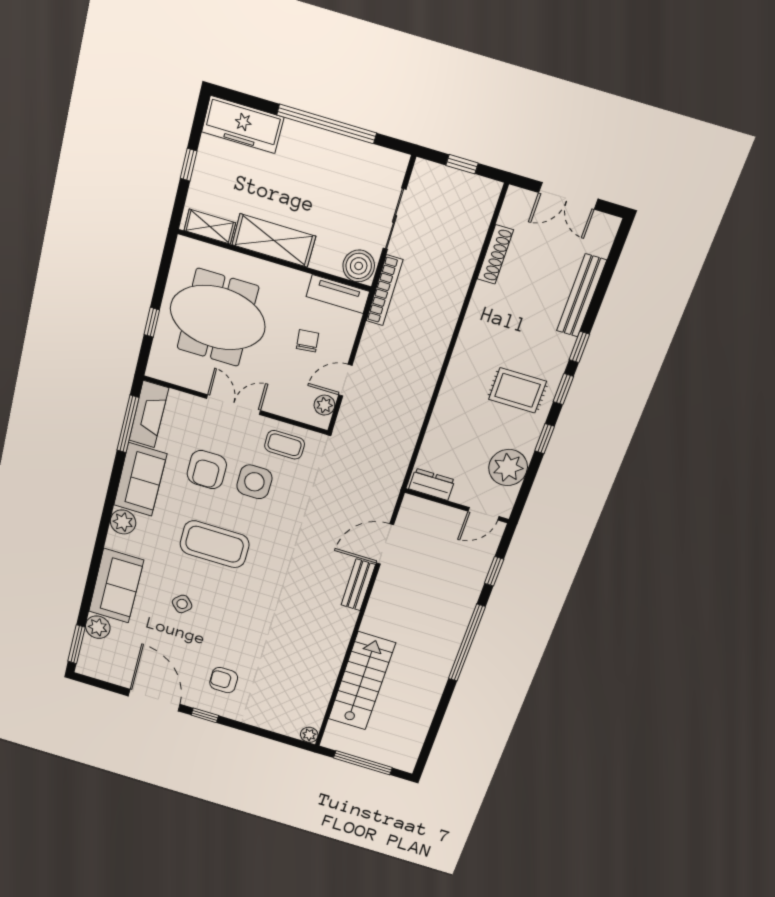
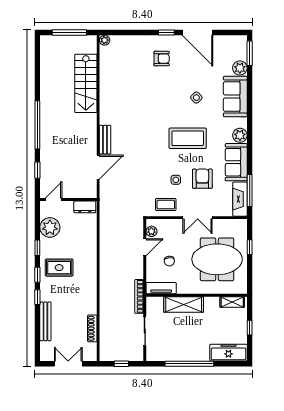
shelving: (274, 240) -> (184, 304), moved
boiler: (359, 266) -> (155, 304), removed
side table: (254, 482) -> (176, 180), width x0.54, depth x0.54

